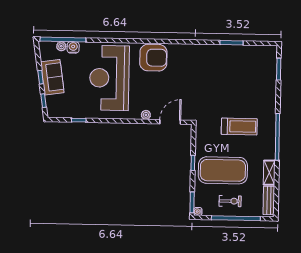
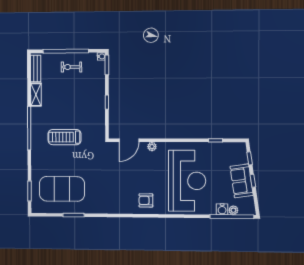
armchair: (153, 58) -> (146, 200), width x0.53, depth x0.53
exercise mat: (223, 170) -> (62, 189), moved

